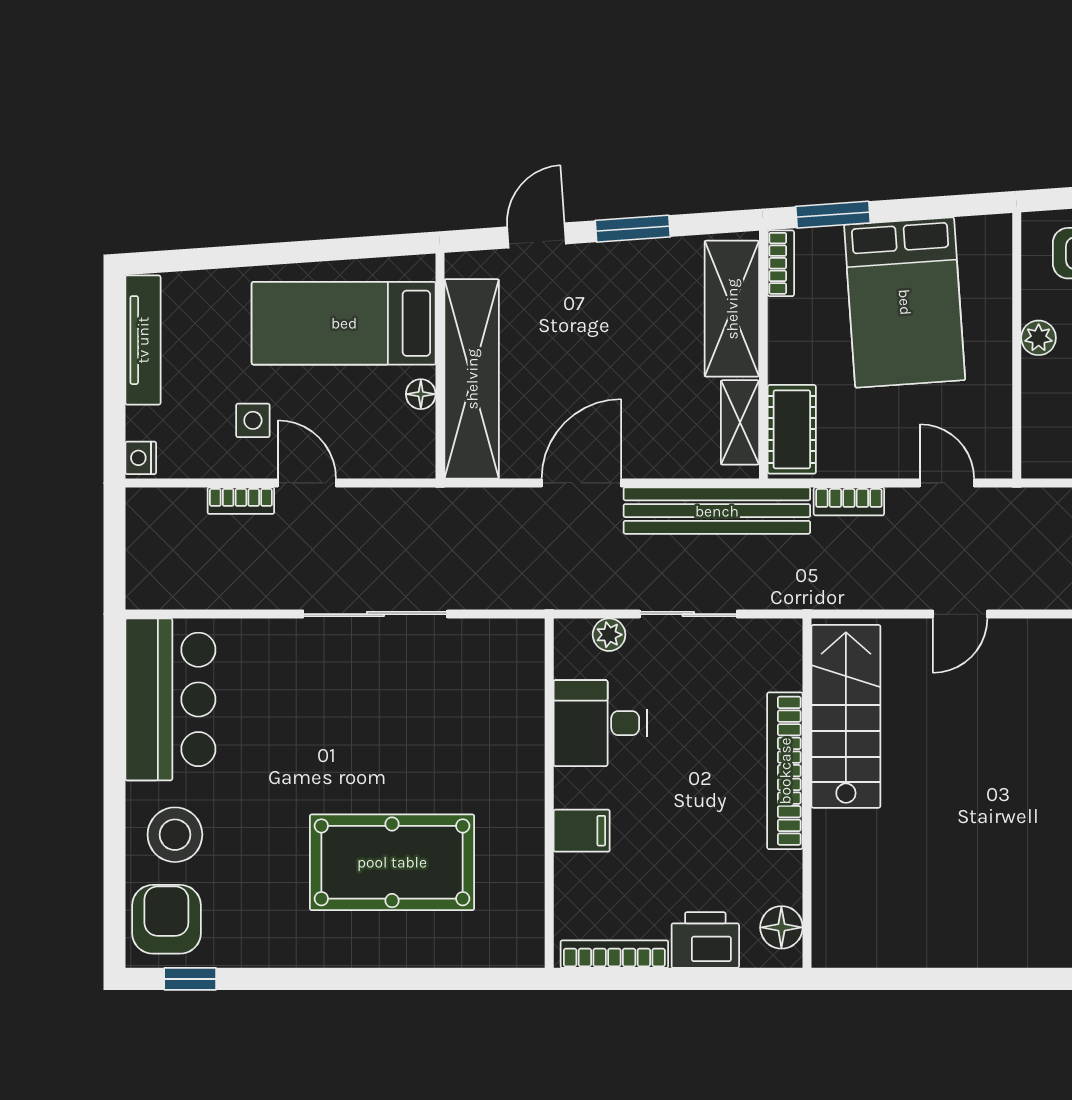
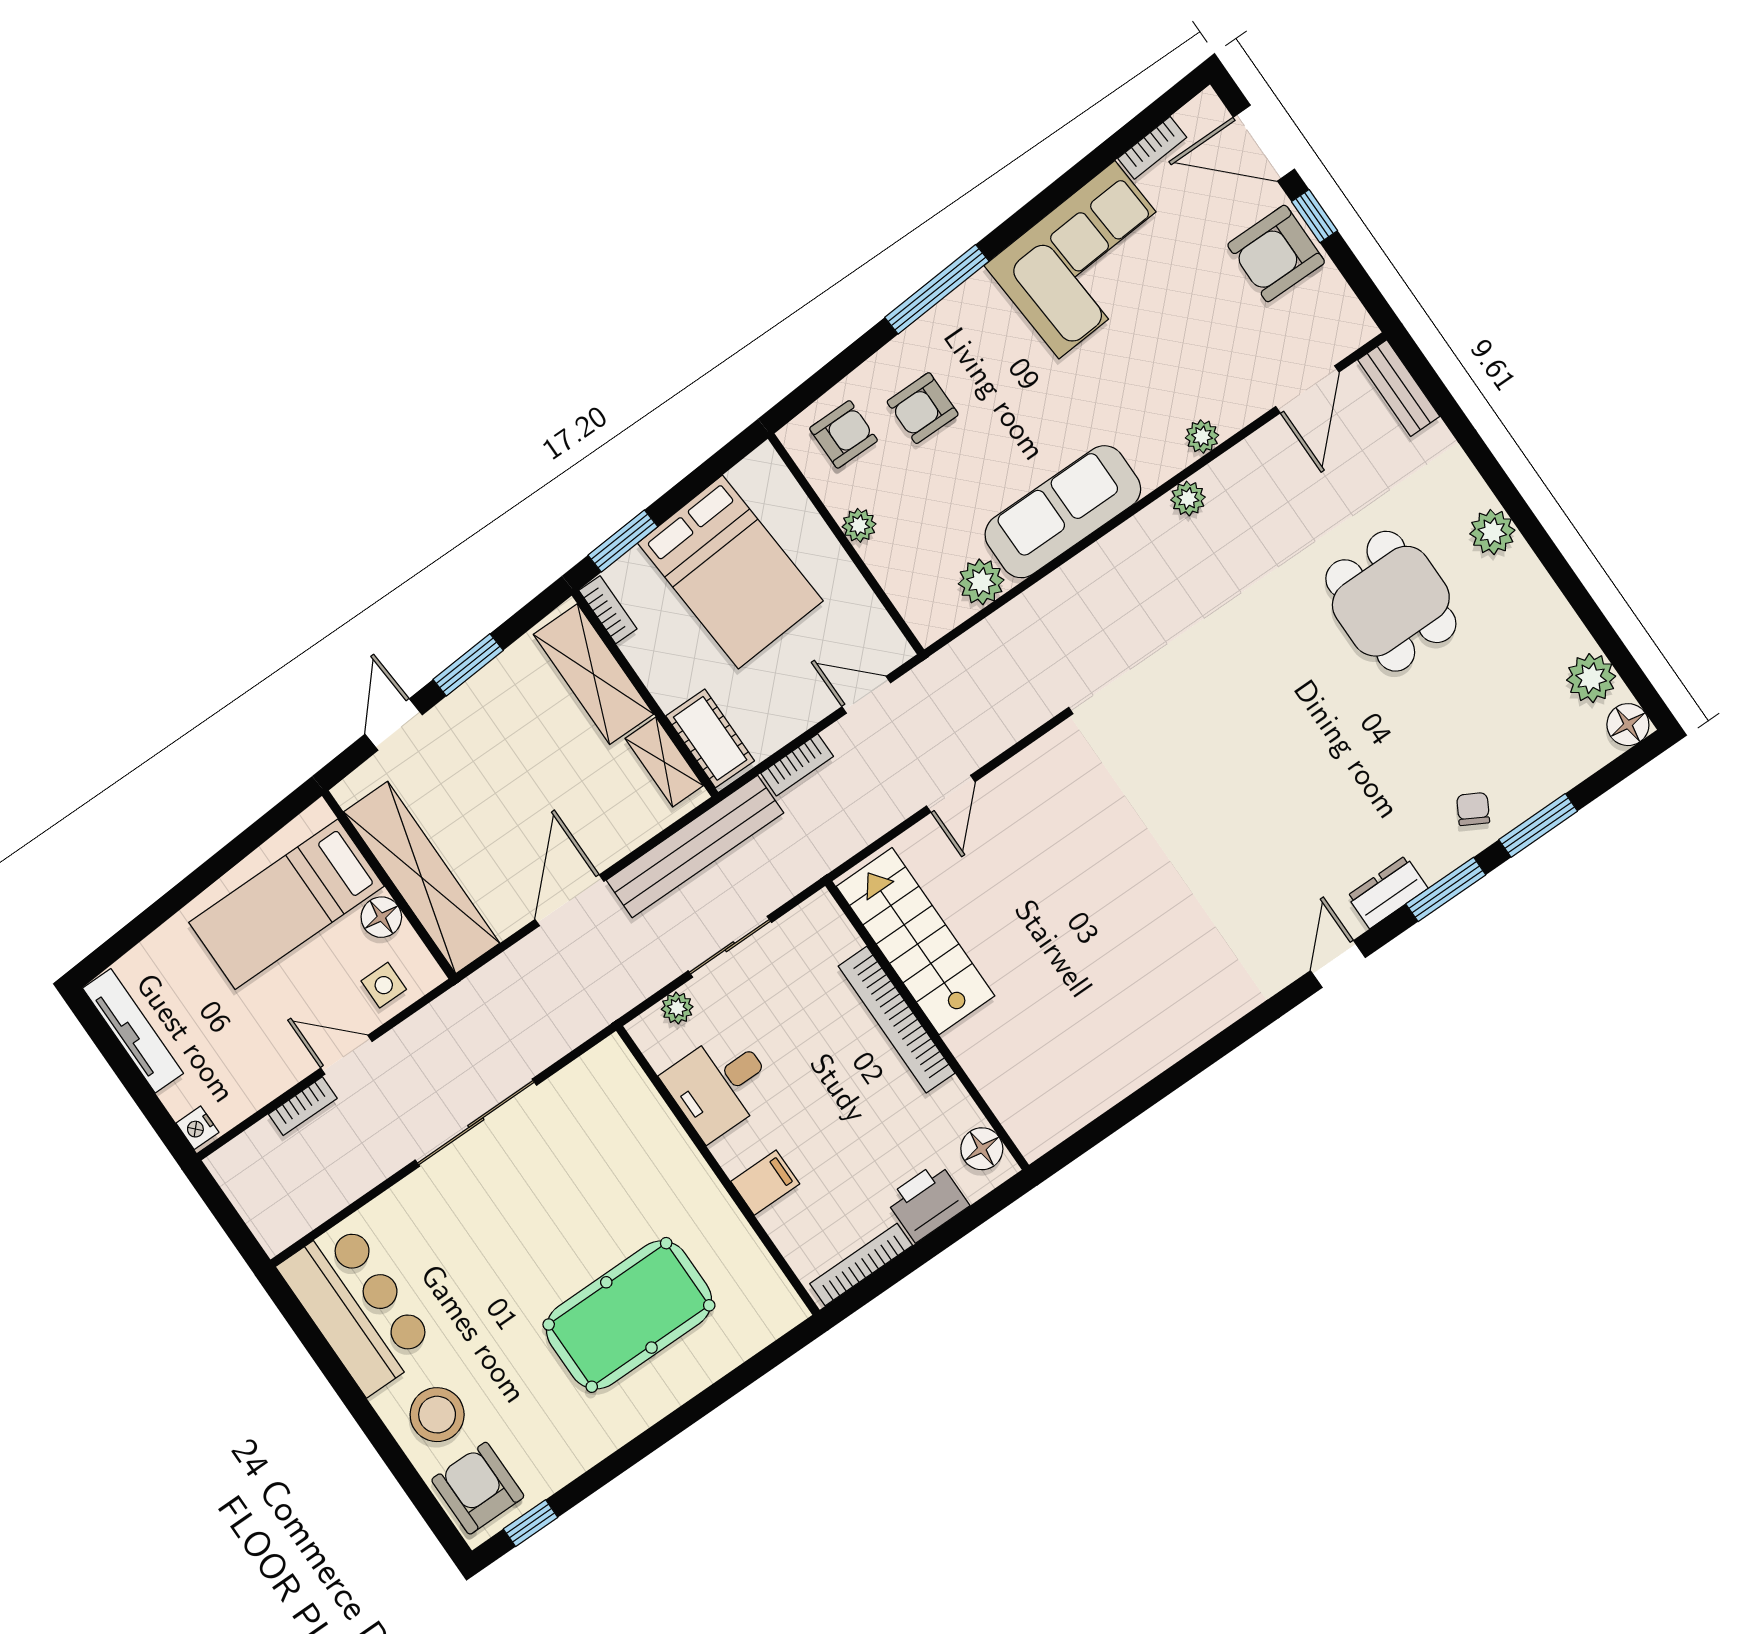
floor lamp: (421, 394) -> (381, 917), width x1.37, depth x1.37
side table: (253, 420) -> (384, 985), moved

